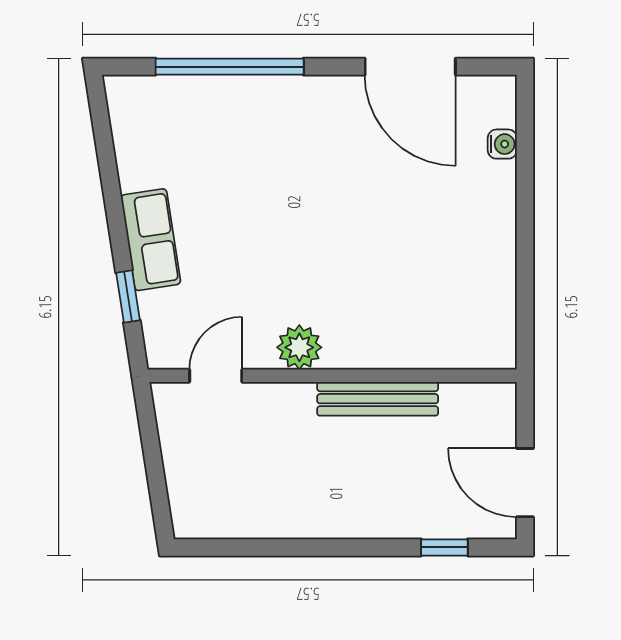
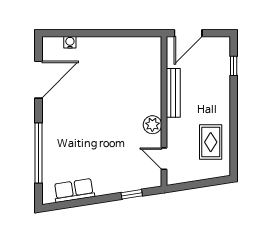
row of seats: (151, 240) -> (74, 190), moved
door: (525, 483) -> (188, 33), moved
rug: (257, 491) -> (211, 142), added

